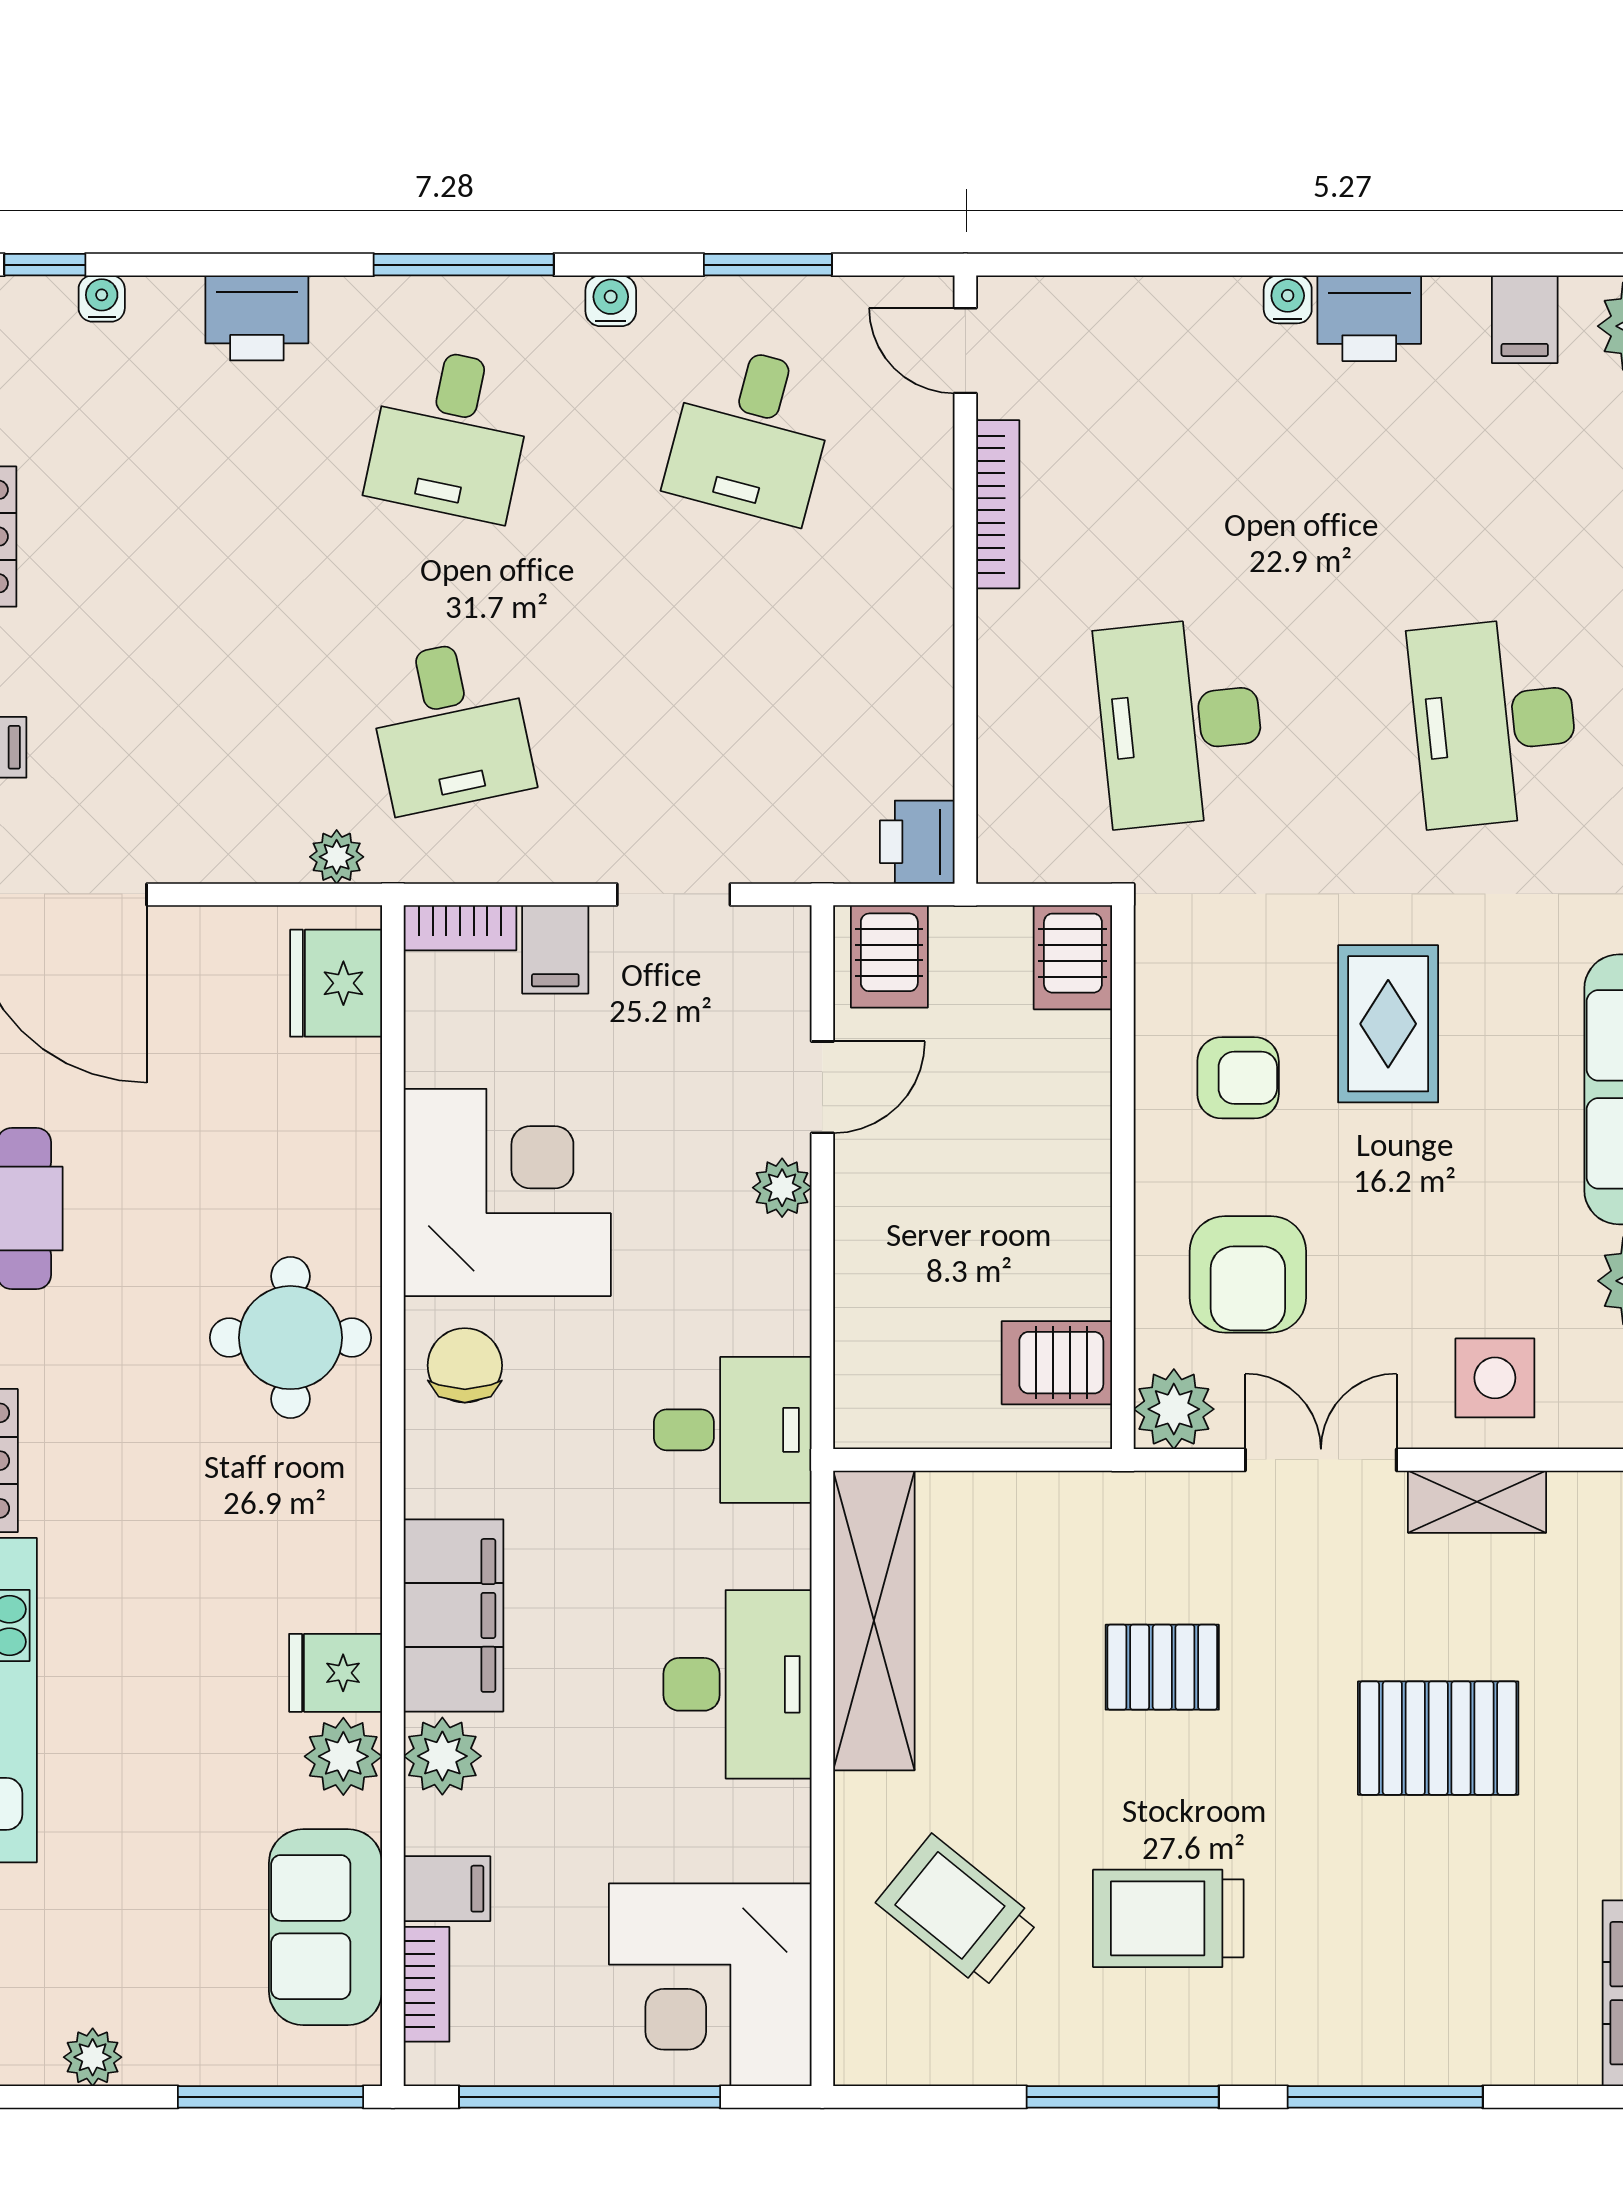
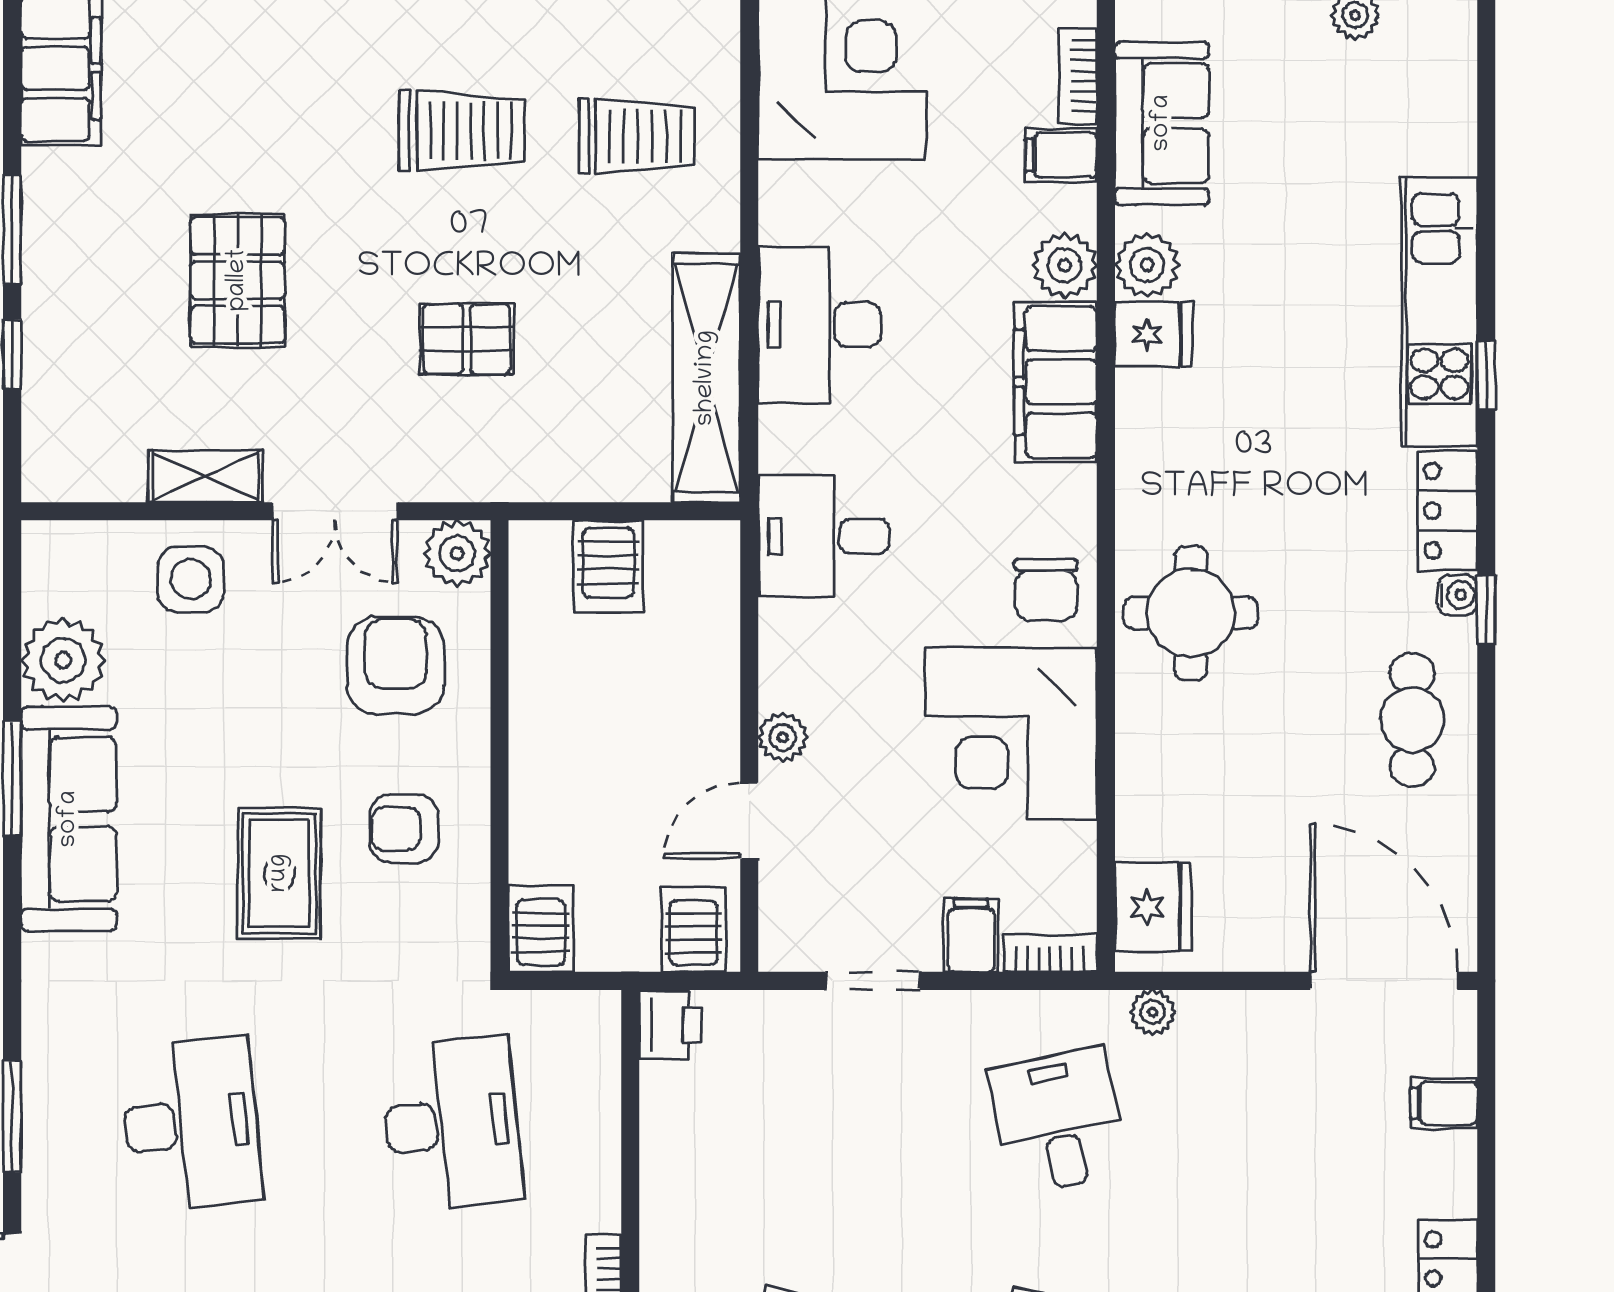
server rack: (1057, 1363) -> (608, 566), moved, turned 90
pallet: (1438, 1738) -> (238, 280), turned 90
trolley: (957, 1912) -> (637, 136), turned -39

